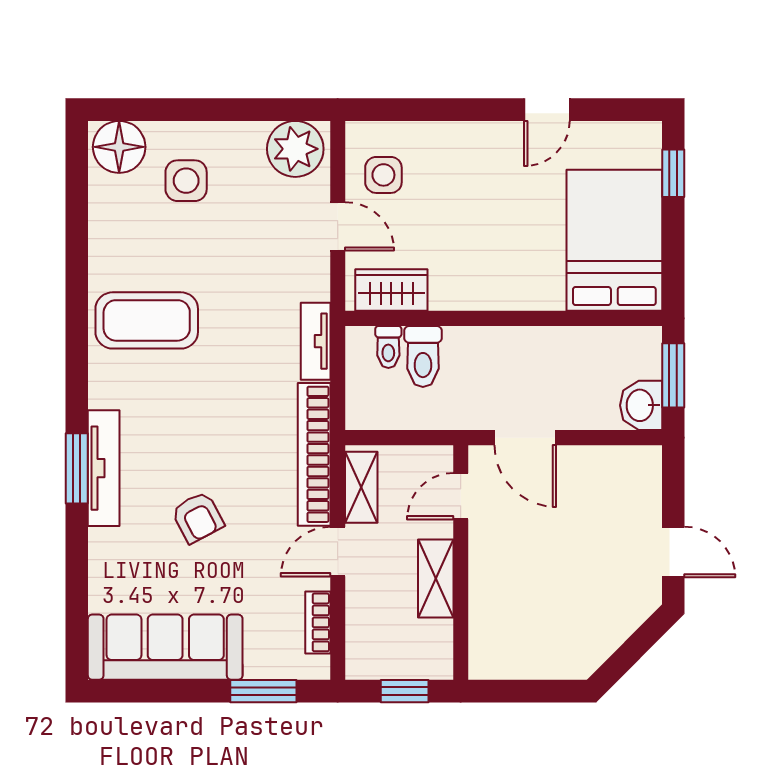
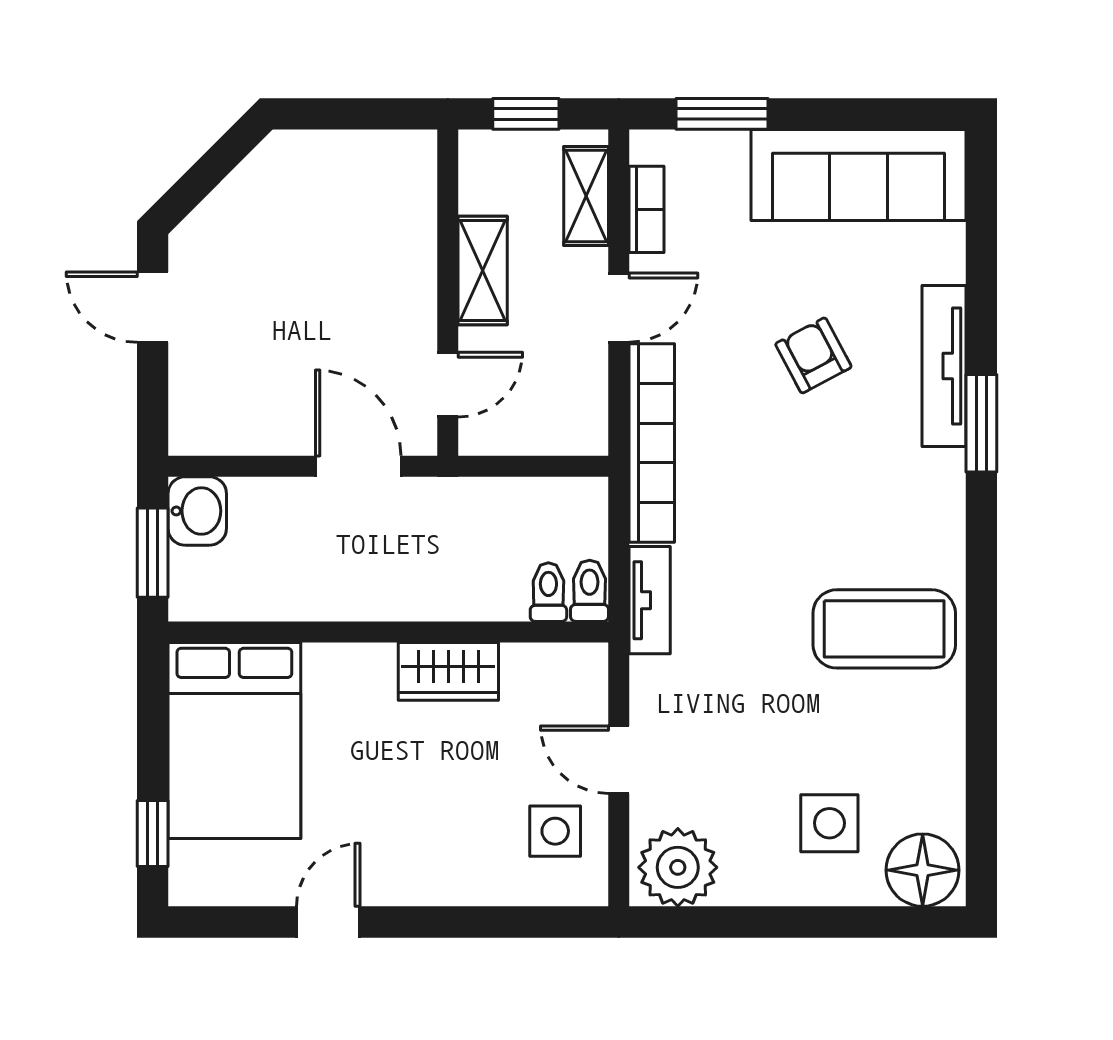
wardrobe: (391, 290) -> (448, 671), moved
toilet: (423, 356) -> (590, 591), moved, width x0.73, depth x0.72
tv unit: (104, 468) -> (944, 366), moved
shelving: (361, 487) -> (586, 196), moved

